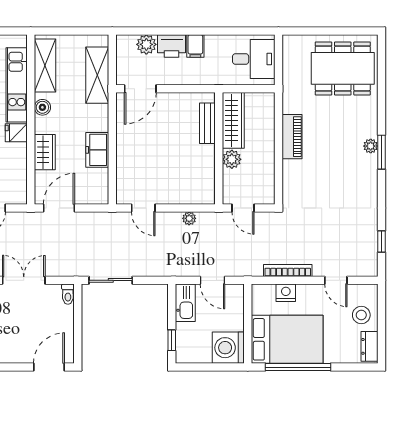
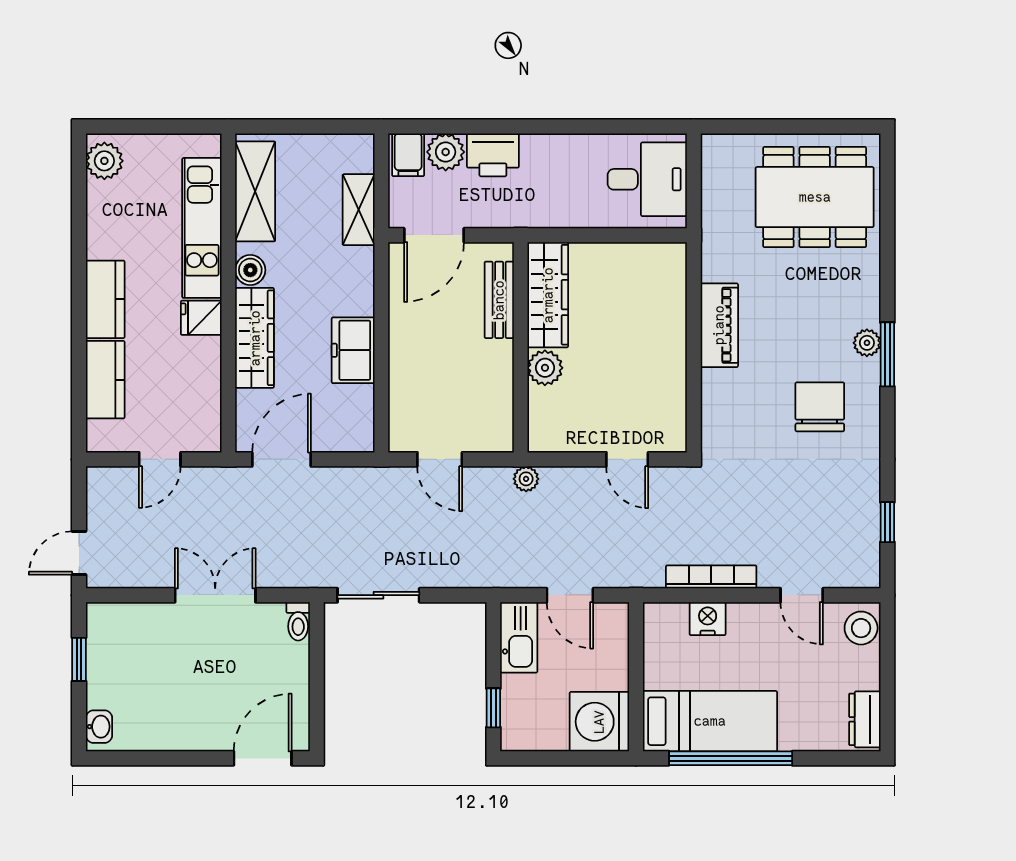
filing cabinet: (195, 46) -> (408, 155), moved
shelving: (97, 75) -> (359, 210), width x0.67, depth x0.75
wardrobe: (233, 120) -> (548, 295), moved
bench: (207, 123) -> (499, 300), moved
wall: (219, 148) -> (521, 347), moved
wardrobe: (45, 152) -> (255, 338), width x1.50
plant: (232, 159) -> (545, 368), moved
chair: (346, 180) -> (820, 407), added
stool: (361, 315) -> (861, 628), moved
bed: (287, 339) -> (710, 721), width x0.67

